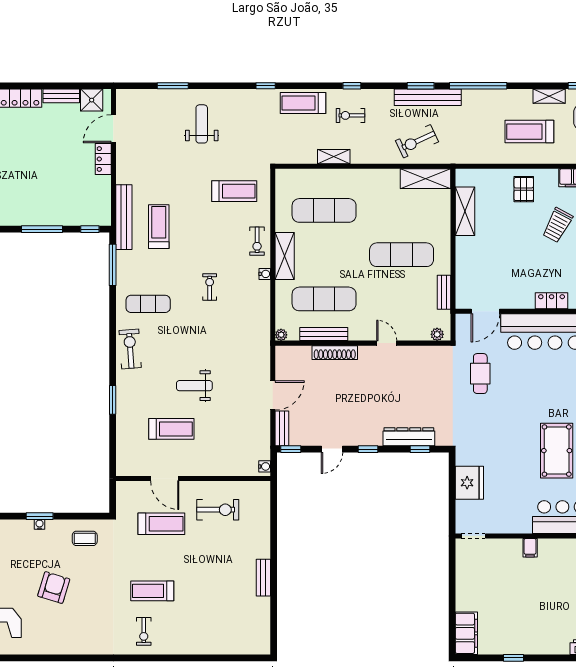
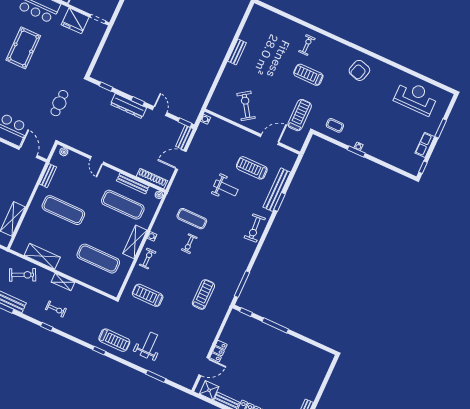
treadmill: (303, 103) -> (114, 340), moved
weight bench: (202, 124) -> (149, 345), turned 180
shelving: (334, 157) -> (63, 282), moved
shelving: (425, 179) -> (42, 256), moved
bench: (124, 217) -> (277, 190), moved
treadmill: (159, 227) -> (203, 294), turned 180
exercise mat: (148, 304) -> (192, 219), moved
door: (485, 311) -> (28, 152), hinge flipped
shoe rack: (335, 353) -> (152, 179), moved
cafe table: (480, 374) -> (59, 103), moved
dresser: (409, 437) -> (128, 106), moved
door: (332, 449) -> (160, 111), hinge flipped
door: (165, 479) -> (270, 140), hinge flipped
fridge: (469, 483) -> (75, 21), moved, turned -90
exercise bike: (218, 510) -> (246, 106), turned 56
treadmill: (161, 524) -> (300, 115), moved, turned 90
armchair: (54, 588) -> (359, 70), moved
treadmill: (152, 591) -> (308, 75), turned 180
exercise bike: (144, 631) -> (307, 45), moved

